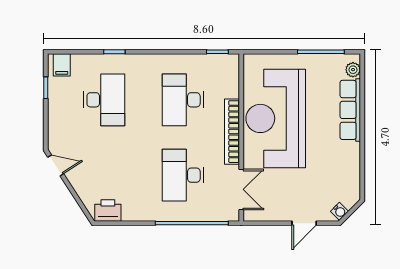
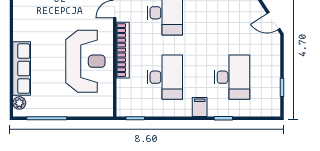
filing cabinet: (62, 65) -> (200, 107), moved
desk: (104, 100) -> (232, 77), turned 180
reception desk: (276, 118) -> (85, 61), width x0.74, depth x0.77

